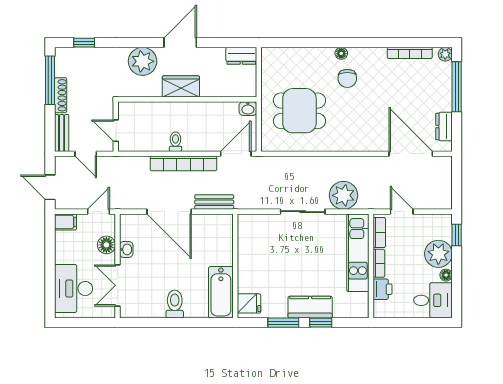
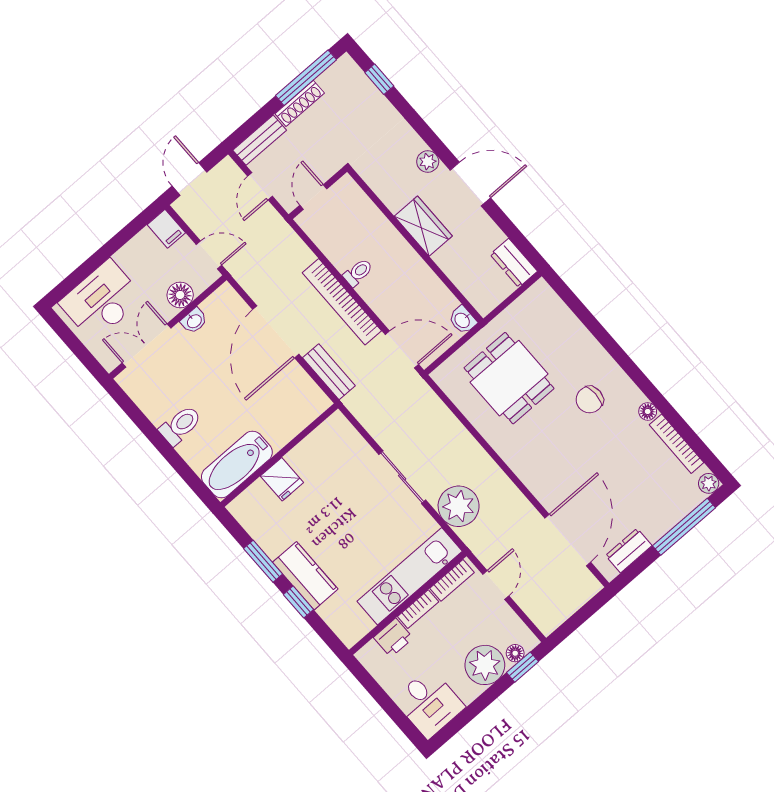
floor lamp: (341, 53) -> (648, 411), moved
plant: (143, 61) -> (428, 162), width x0.53, depth x0.53
floor lamp: (446, 275) -> (515, 653), moved
fridge: (249, 303) -> (282, 479), moved

